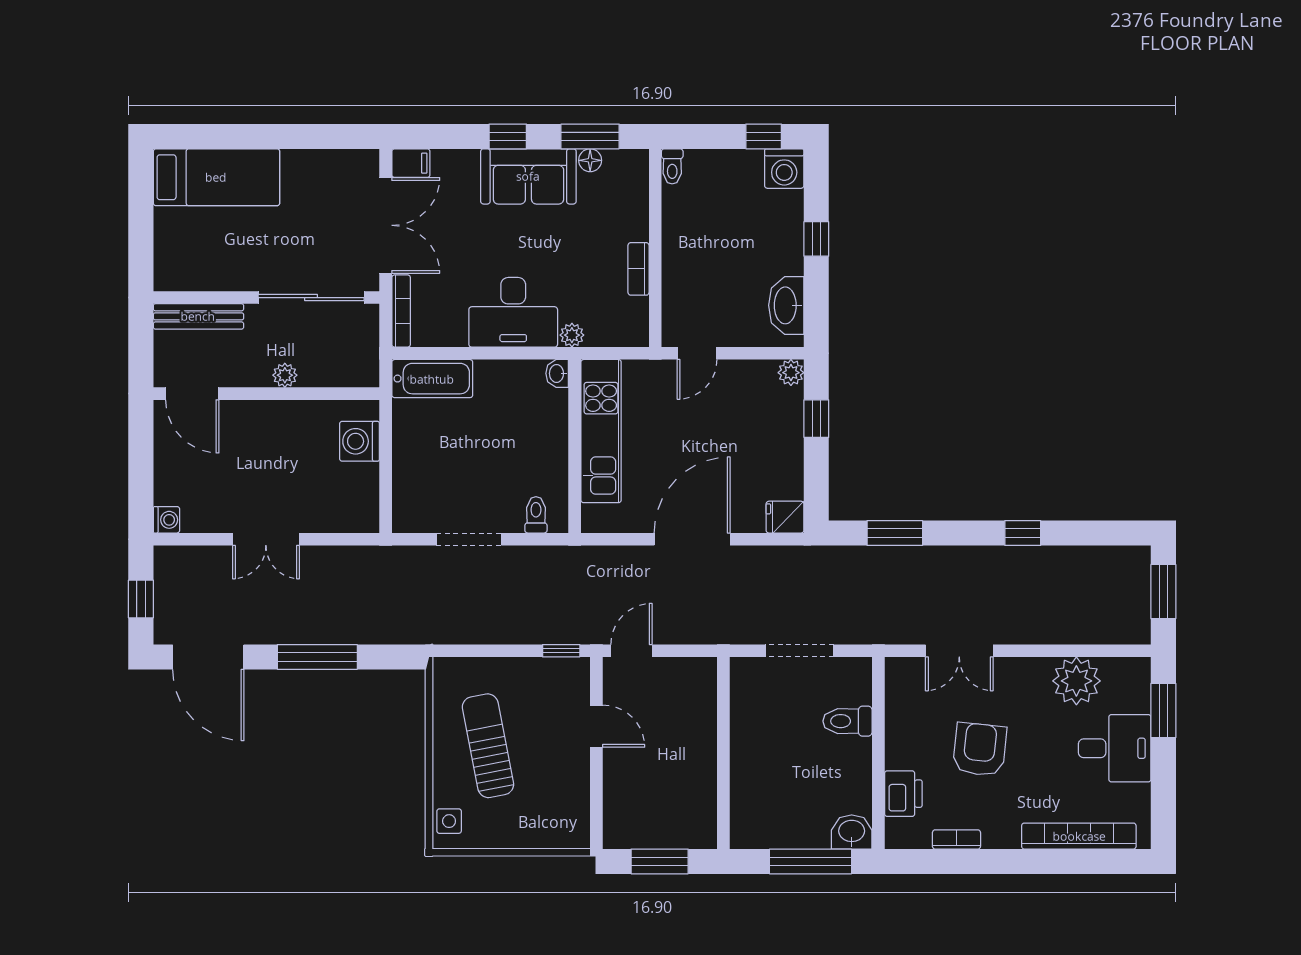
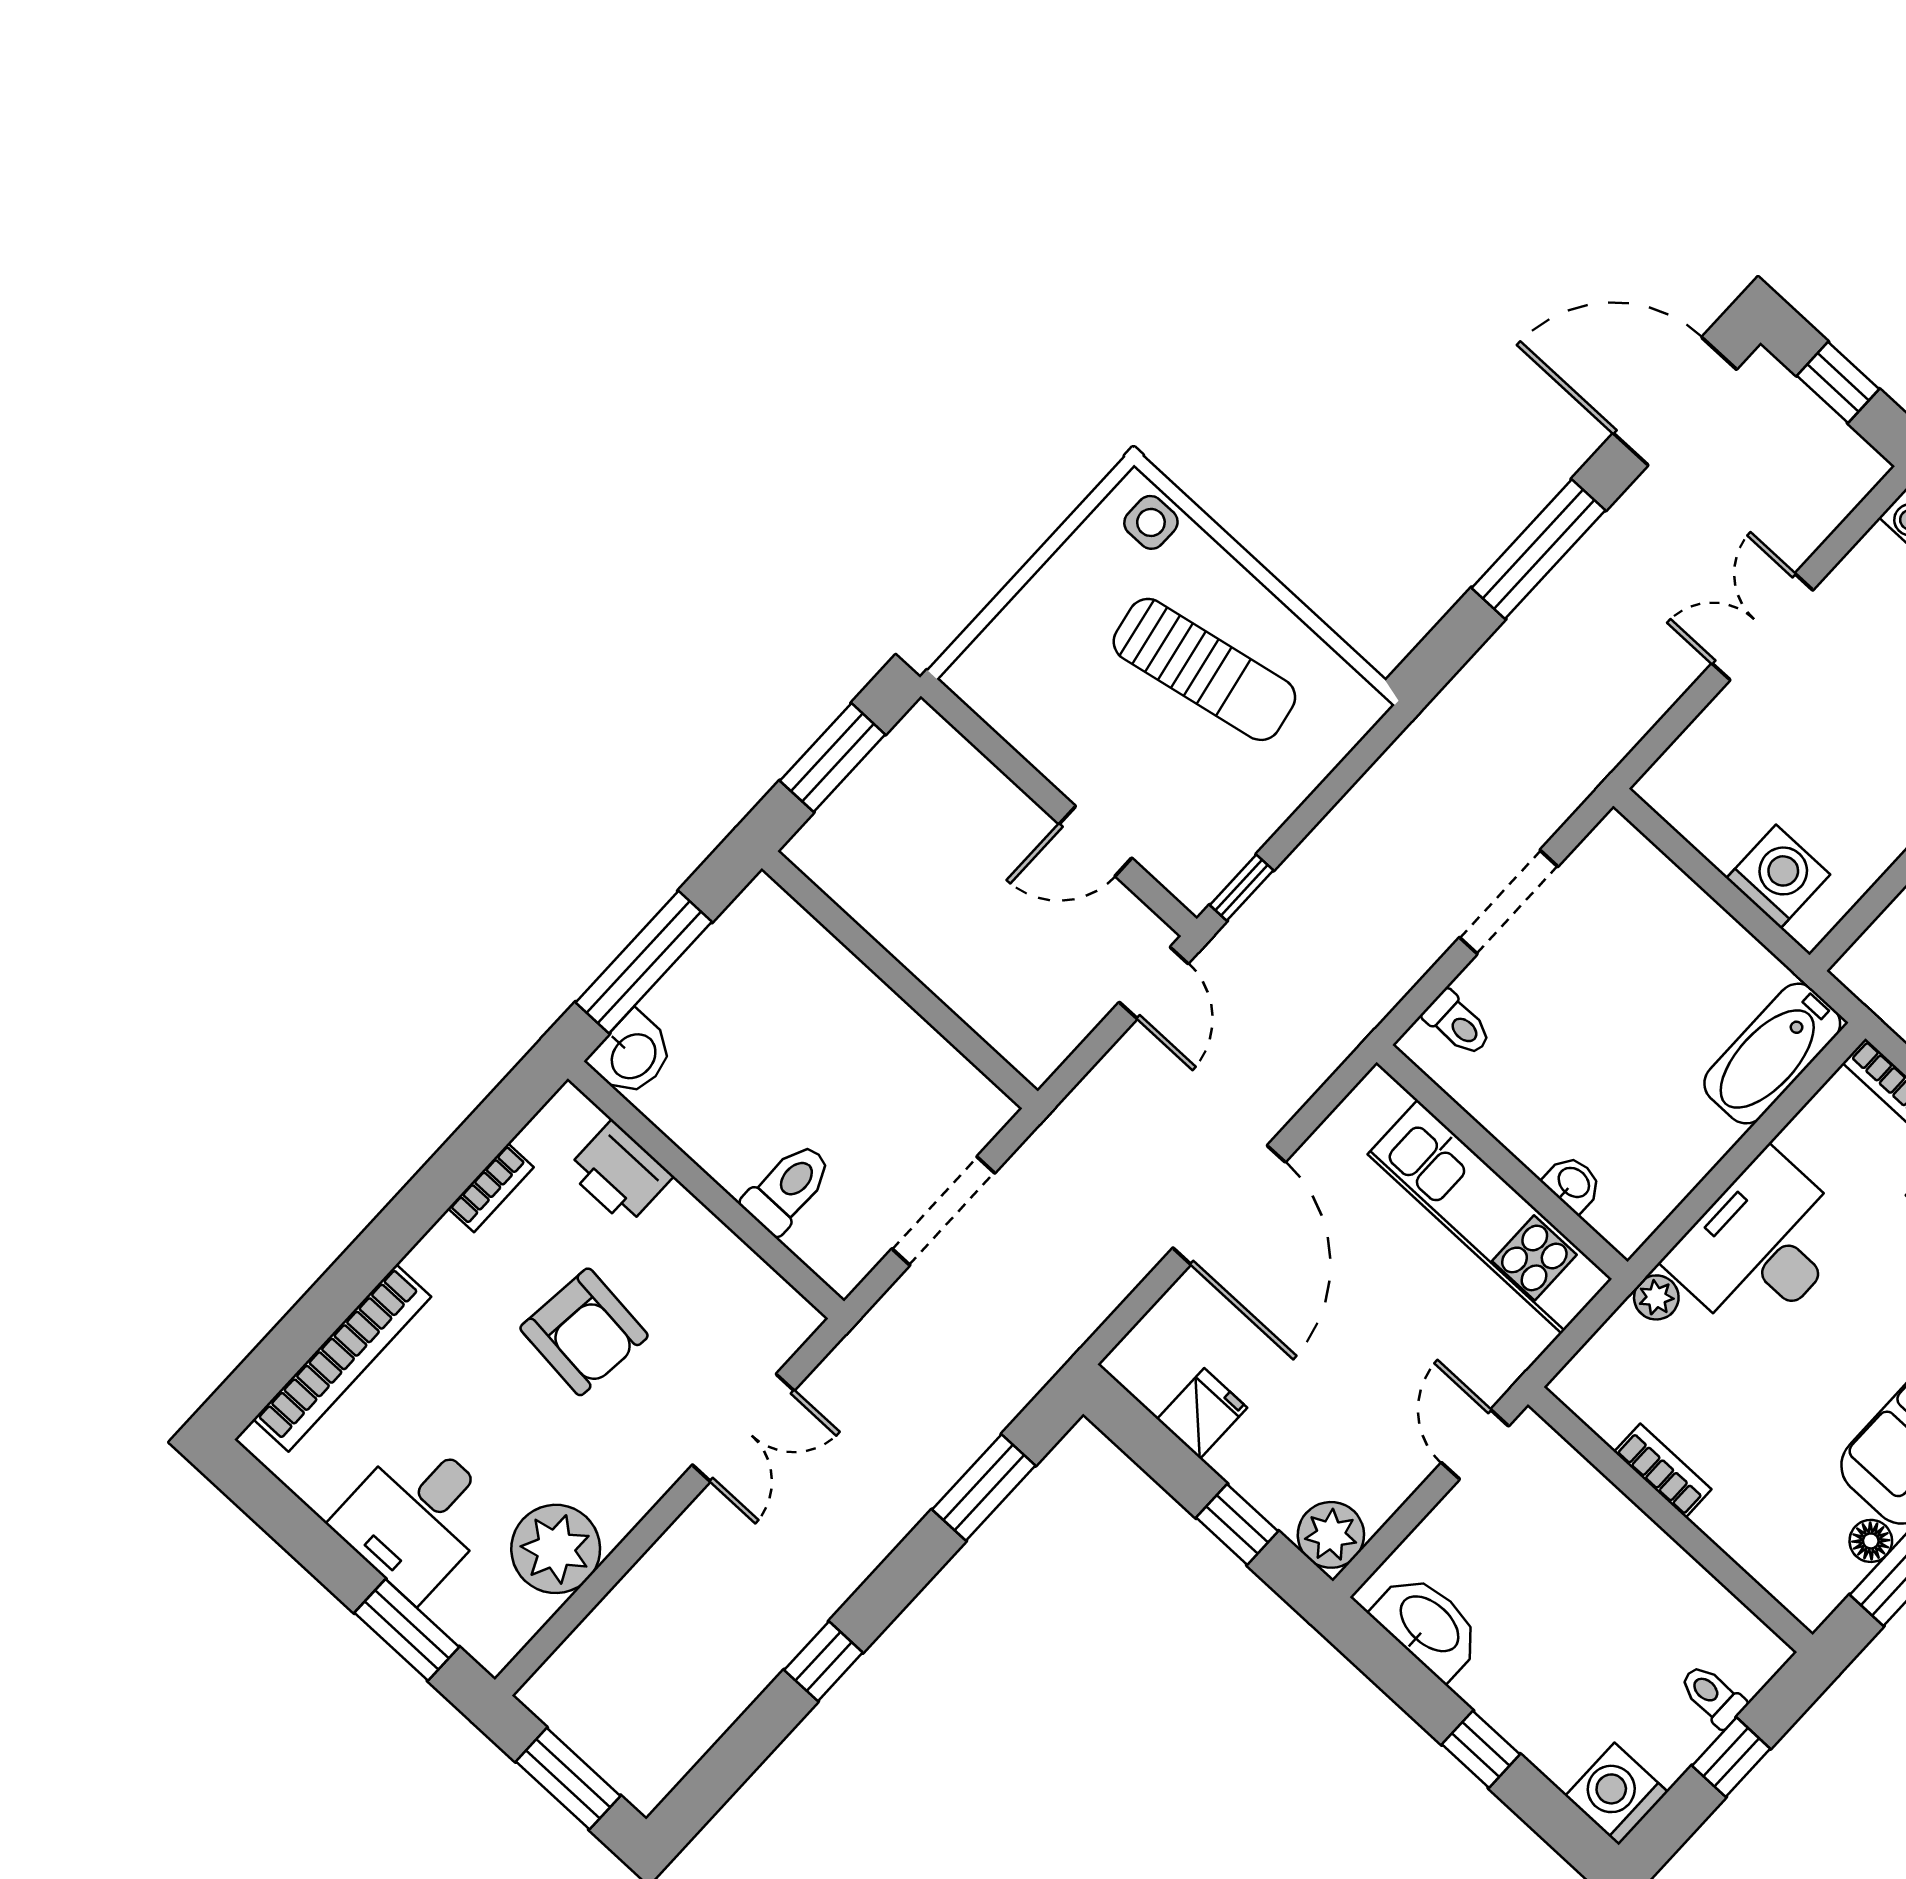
window: (764, 136) -> (1731, 1757), moved
toilet: (672, 166) -> (1712, 1696), moved
washbasin: (557, 373) -> (1573, 1183), moved
plant: (791, 373) -> (1331, 1535), width x1.38, depth x1.38
fridge: (785, 517) -> (1202, 1413), moved
double door: (959, 651) -> (743, 1428), swing flipped

